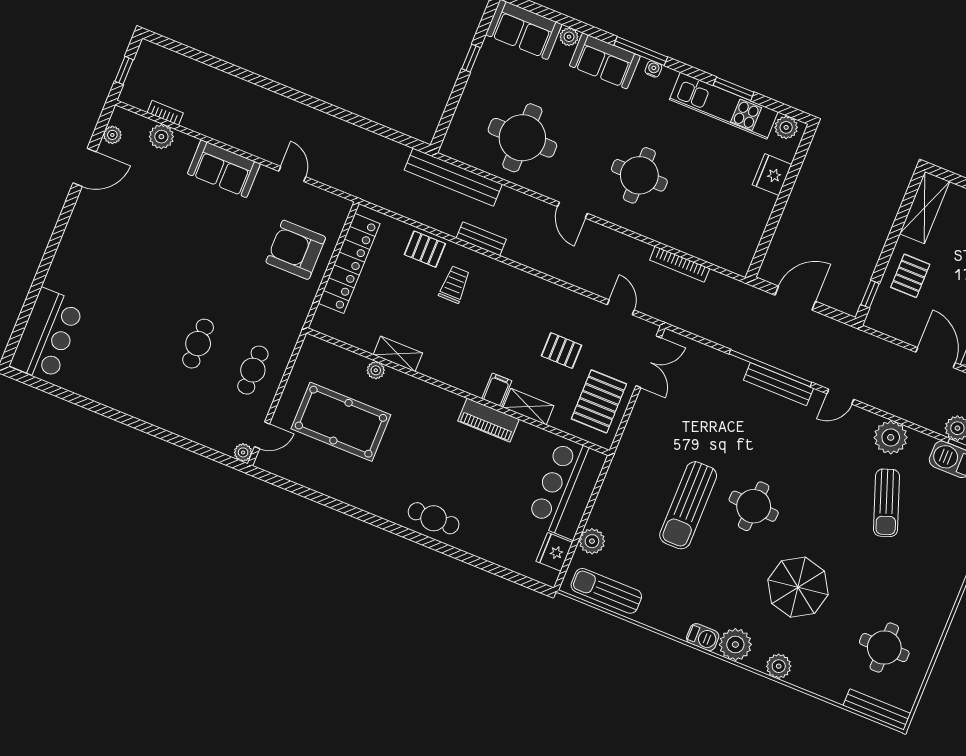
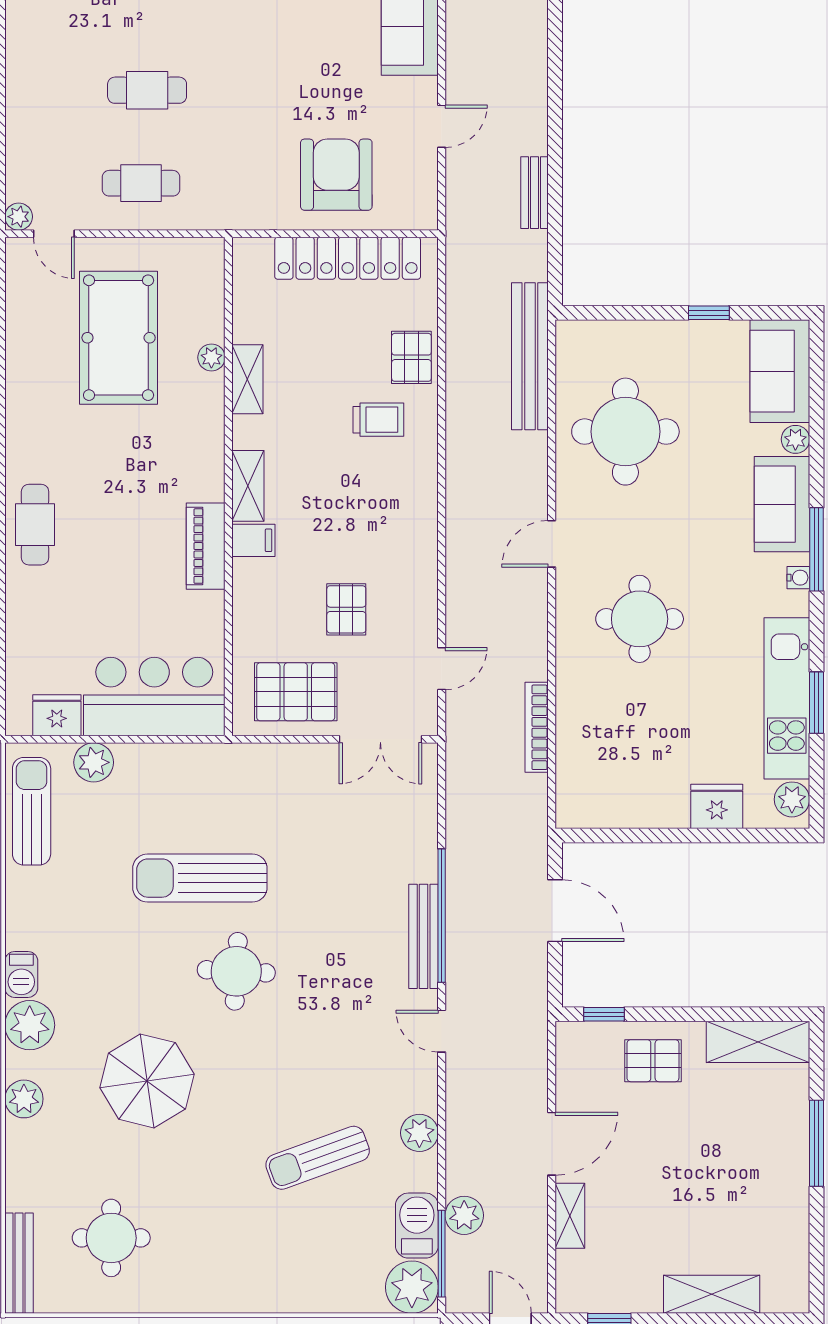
bench: (481, 239) -> (535, 193), moved
shelving: (528, 407) -> (248, 486), moved
plant: (891, 437) -> (419, 1133), width x0.73, depth x0.73

